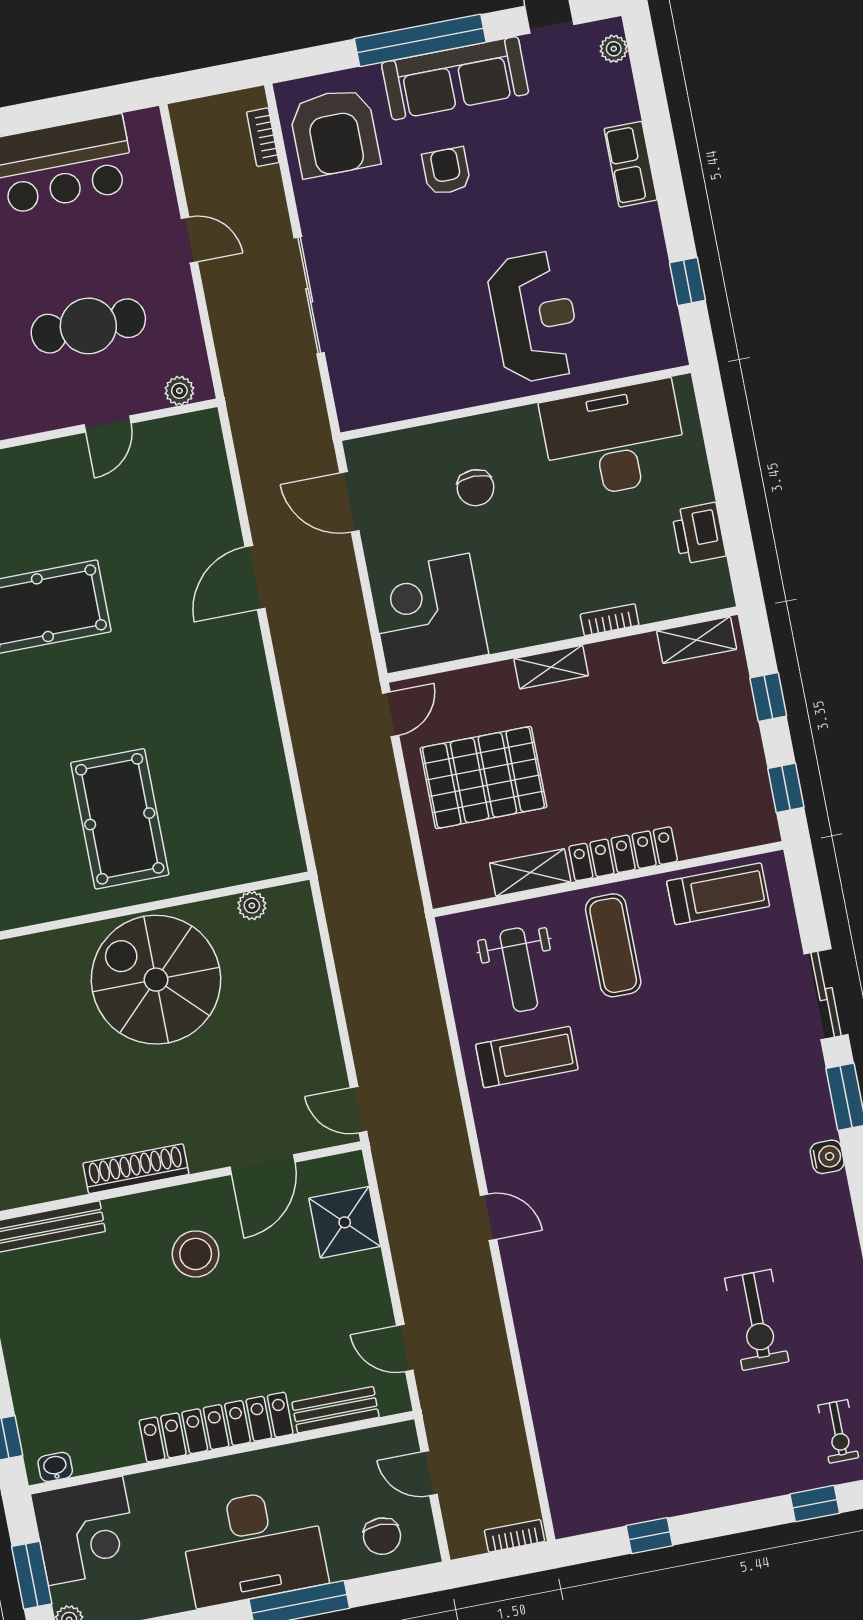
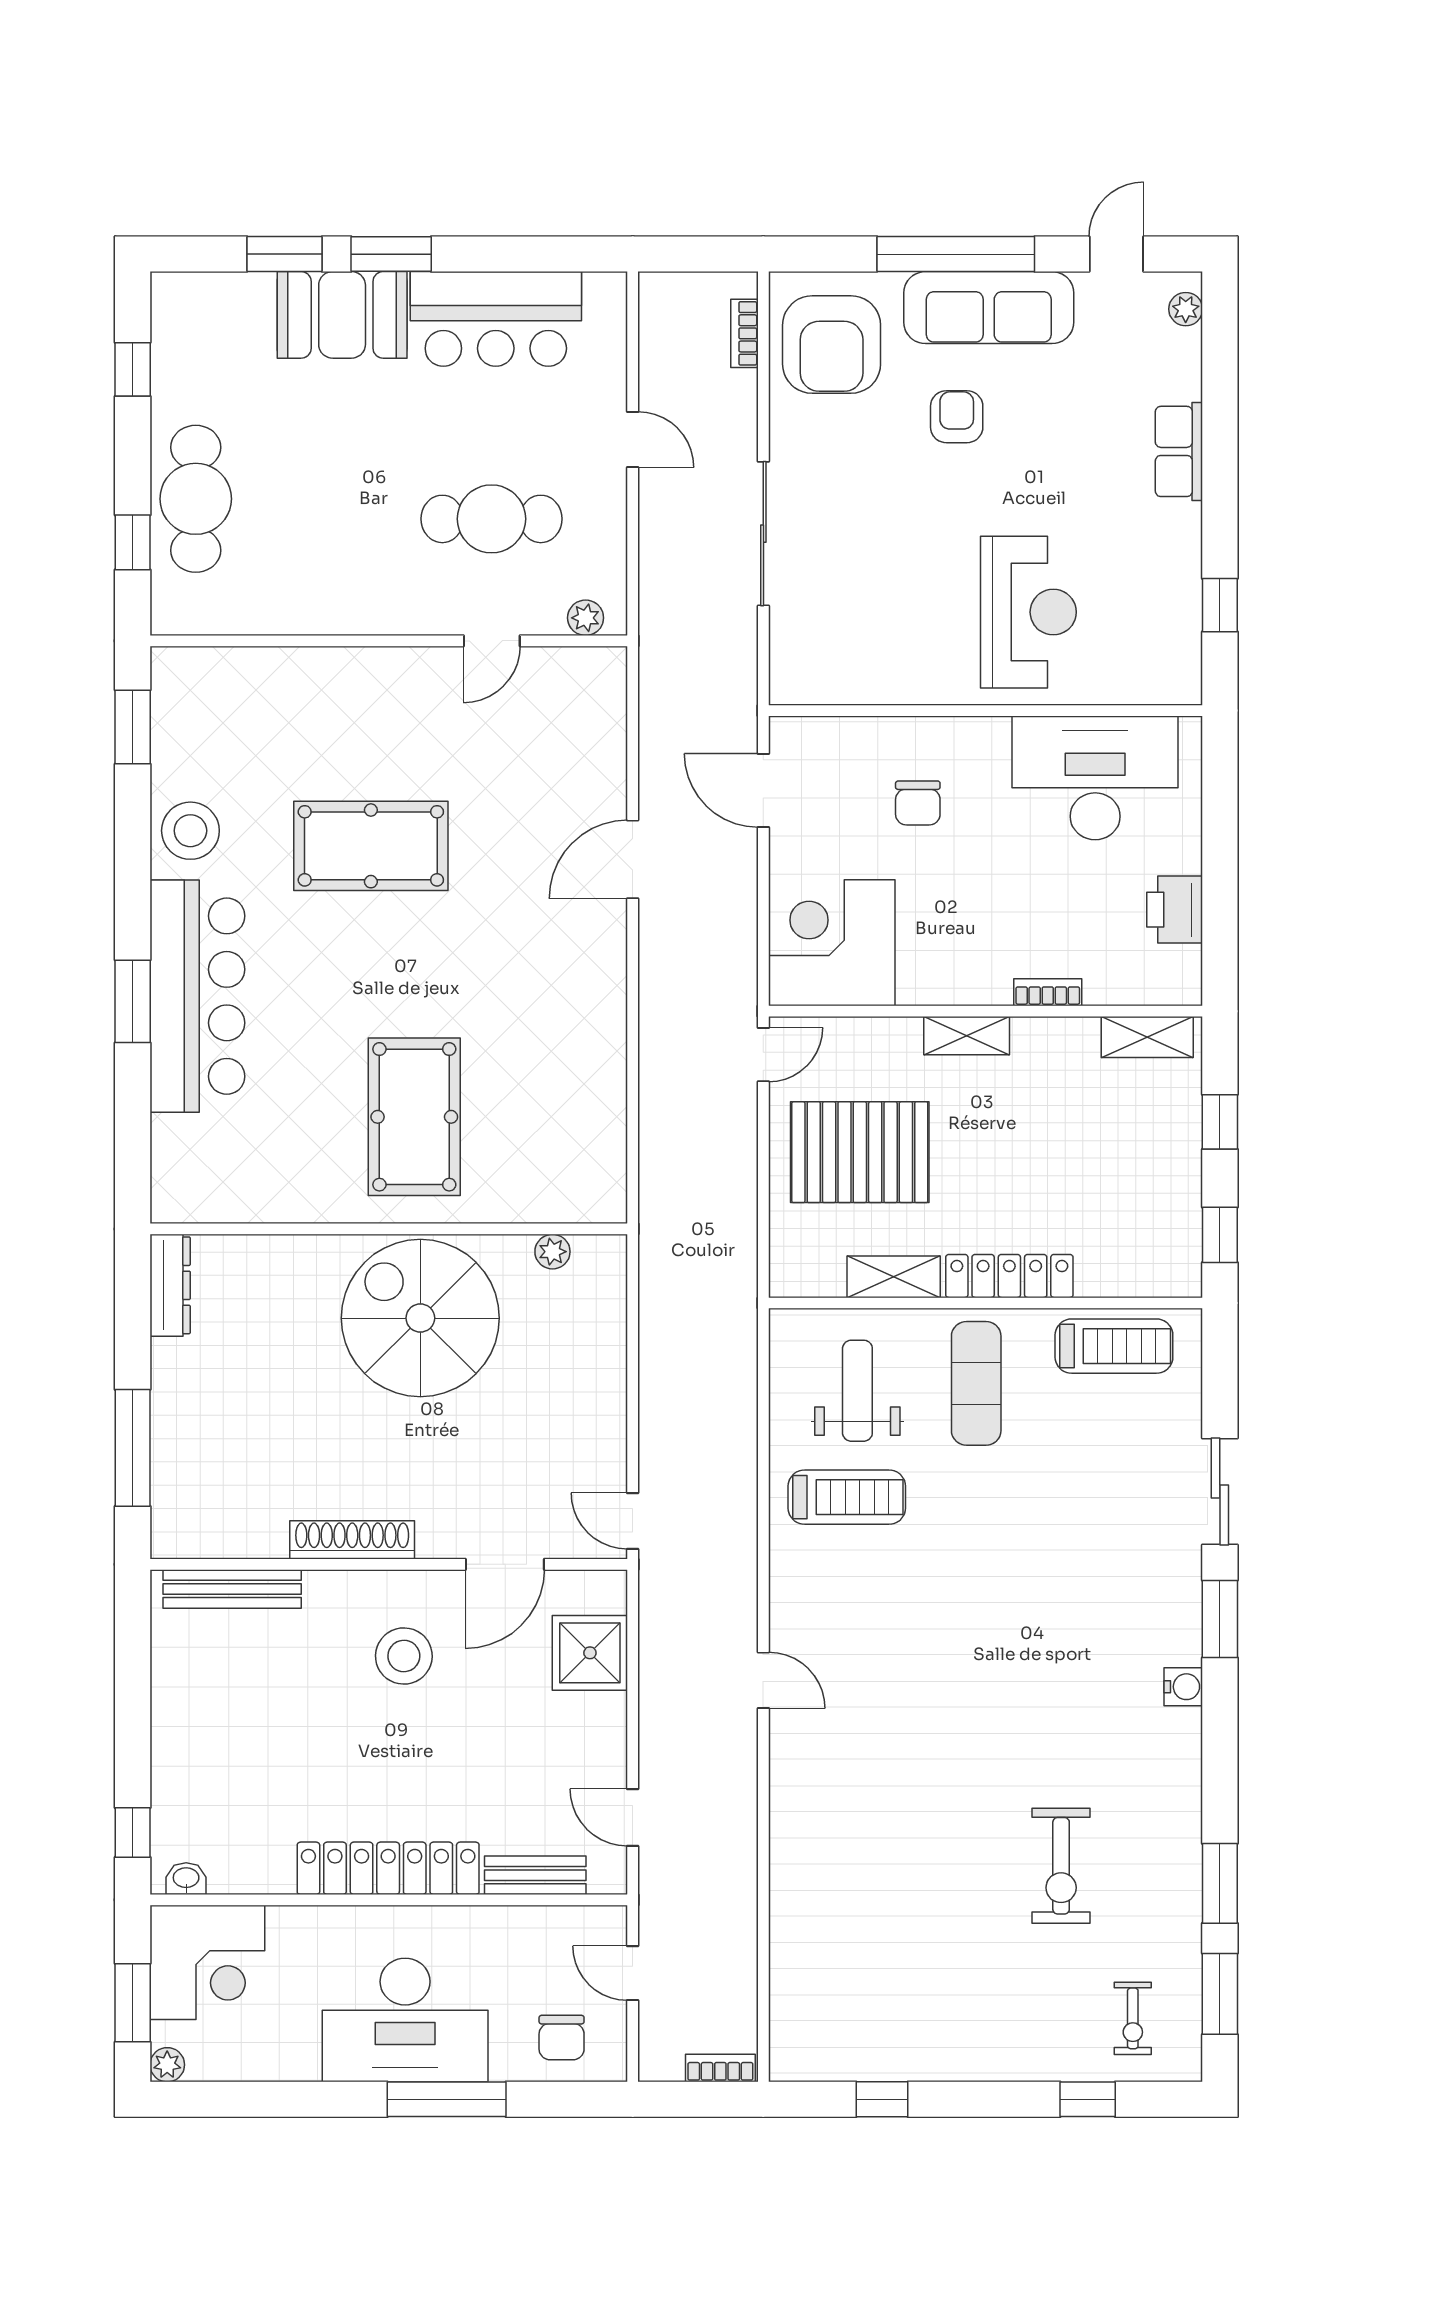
weight bench: (519, 970) -> (857, 1391), turned 180

